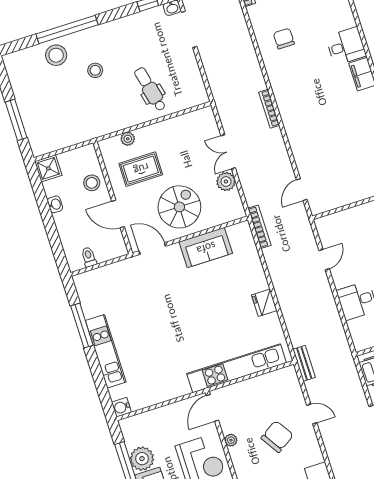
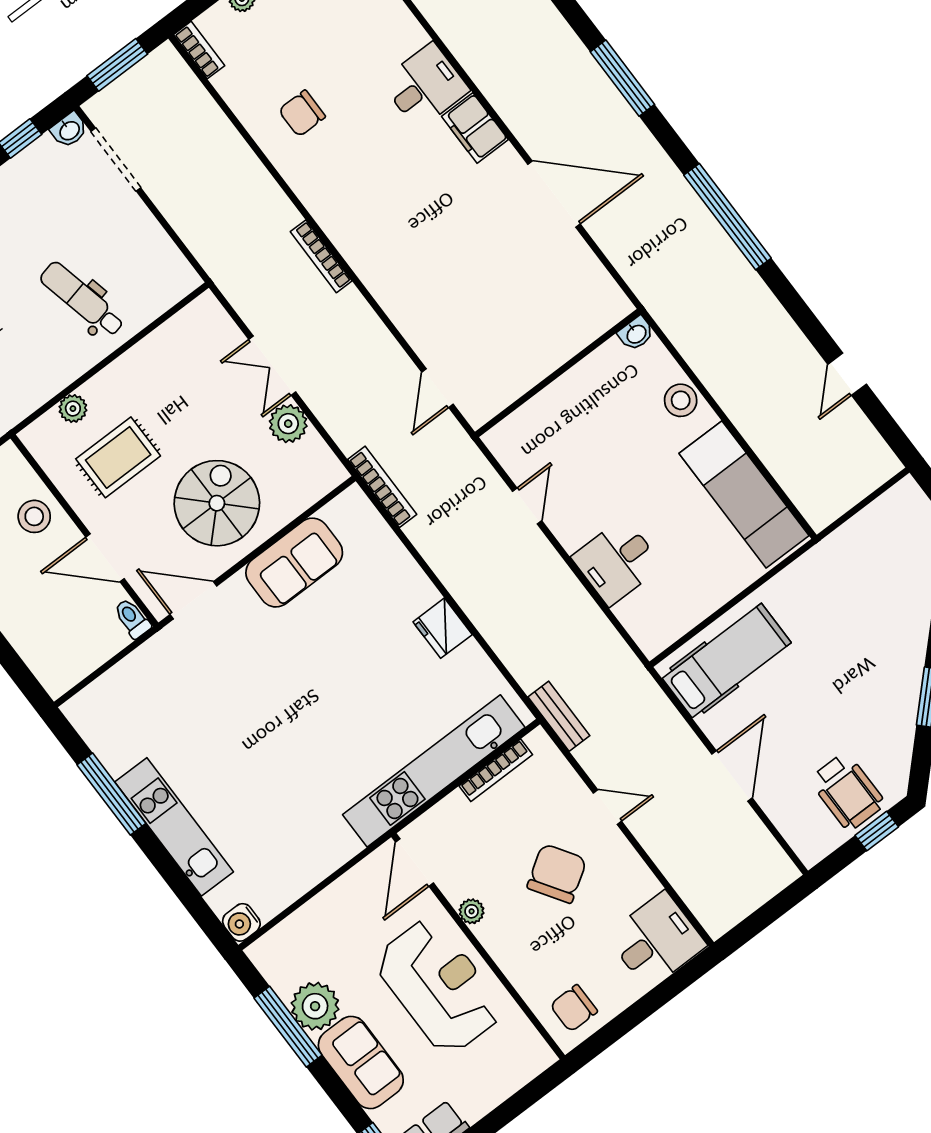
chair: (284, 39) -> (302, 113), turned -90
toilet: (89, 257) -> (132, 618), moved
bookcase: (266, 378) -> (496, 770), added

